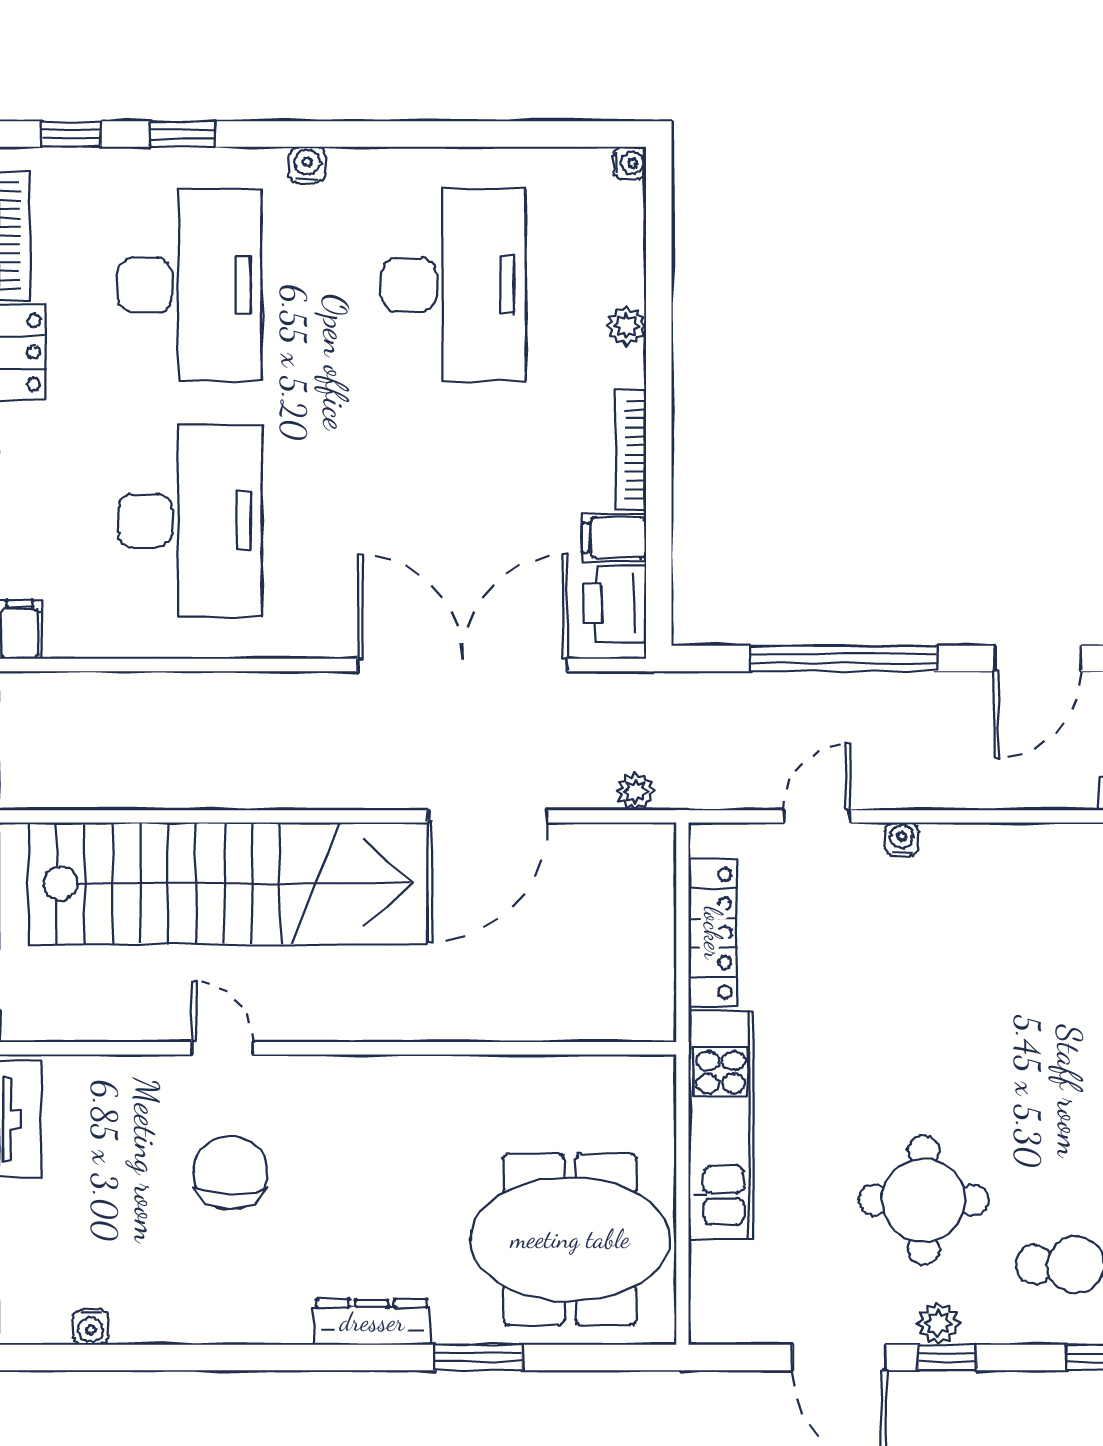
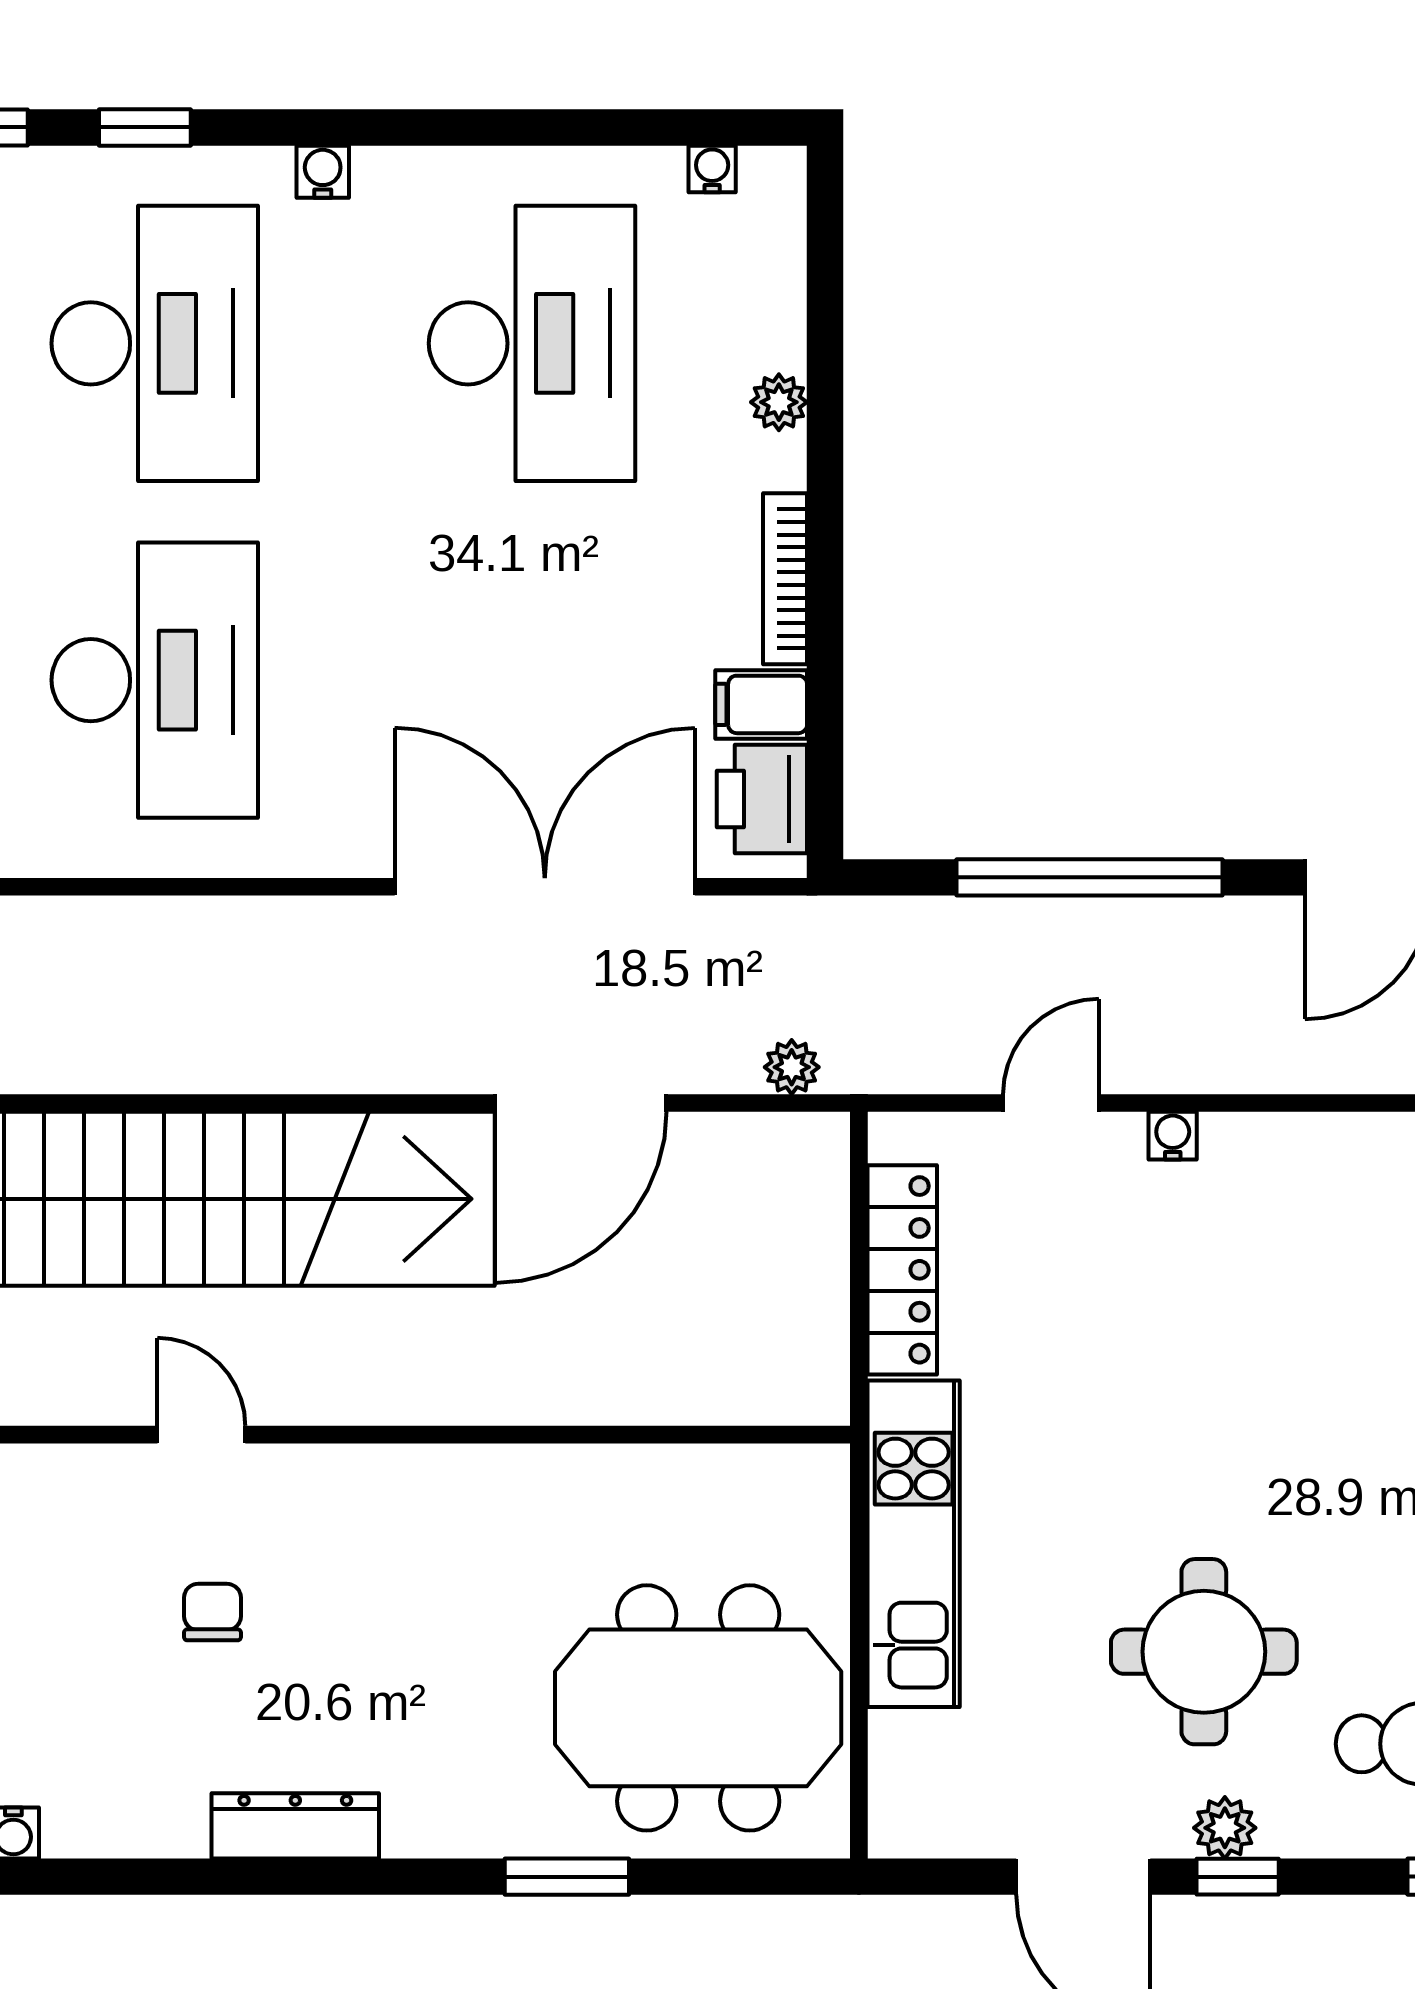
water cooler: (630, 163) -> (712, 169), moved, turned -90
chair: (230, 1172) -> (212, 1612), width x0.54, depth x0.54
dresser: (372, 1322) -> (295, 1826), moved

